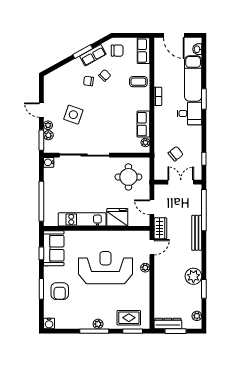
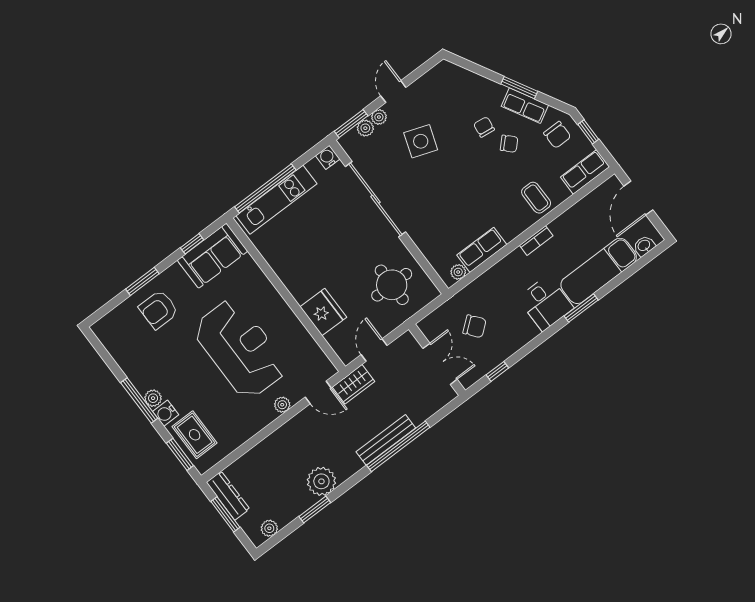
window: (126, 35) -> (588, 132), added
window: (204, 210) -> (398, 446), moved
kitchen unit: (82, 219) -> (277, 200), moved, turned 90
water cooler: (49, 323) -> (166, 413), moved

